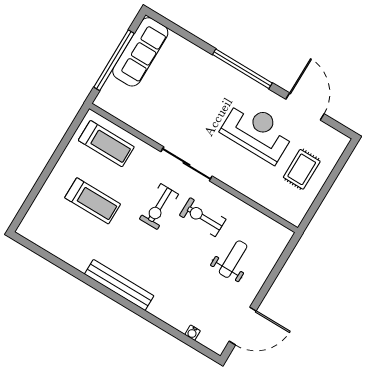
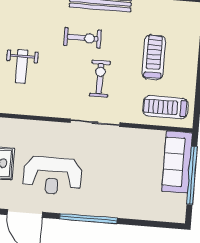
sofa: (140, 52) -> (177, 162), moved
treadmill: (93, 201) -> (154, 57), turned 90
exercise bike: (203, 217) -> (83, 38), moved

